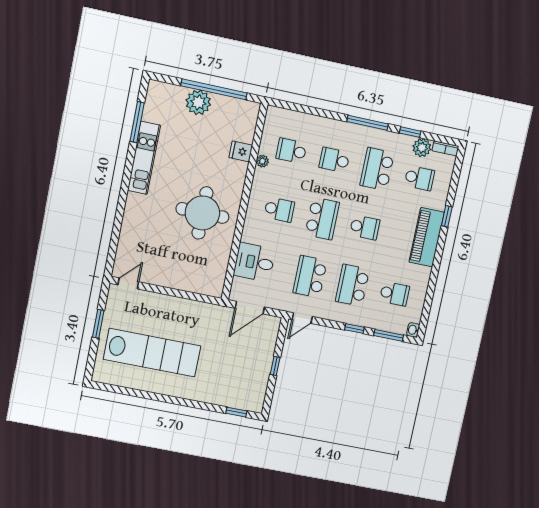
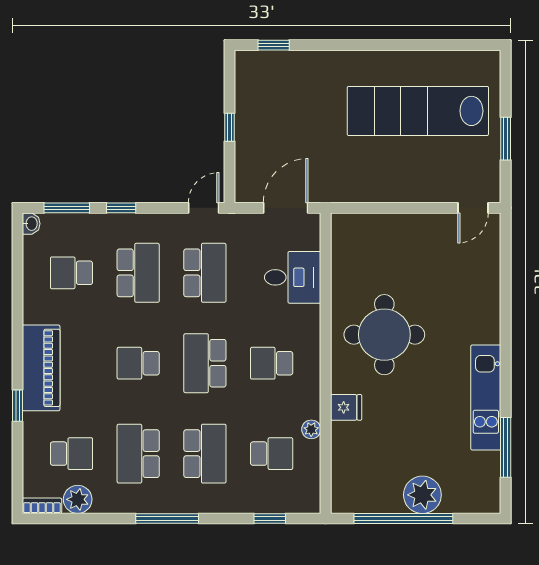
window: (410, 132) -> (270, 519), moved
fridge: (241, 151) -> (346, 407), moved
school desk: (334, 160) -> (205, 454), width x1.85
school desk: (377, 169) -> (138, 454), turned 180
school desk: (419, 178) -> (71, 454), turned 180

